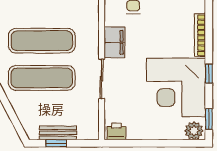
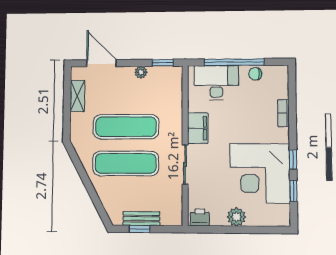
bookcase: (200, 35) -> (283, 113), width x0.64
window: (209, 119) -> (293, 191), moved
plant: (194, 131) -> (236, 217), moved

